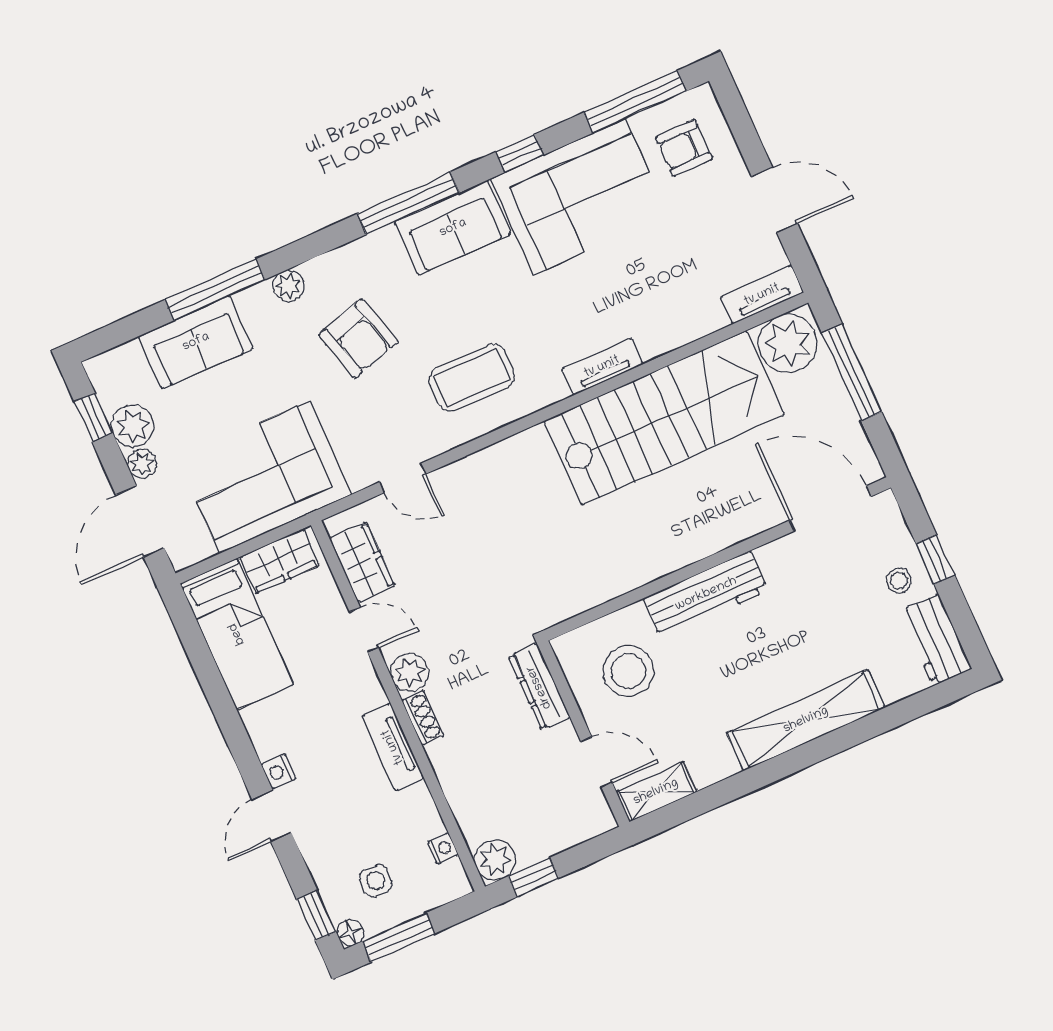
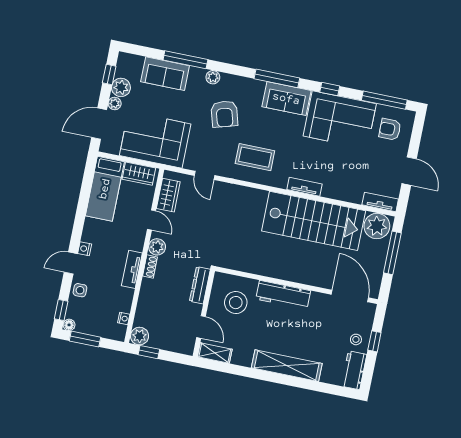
side table: (376, 881) -> (80, 290), moved

